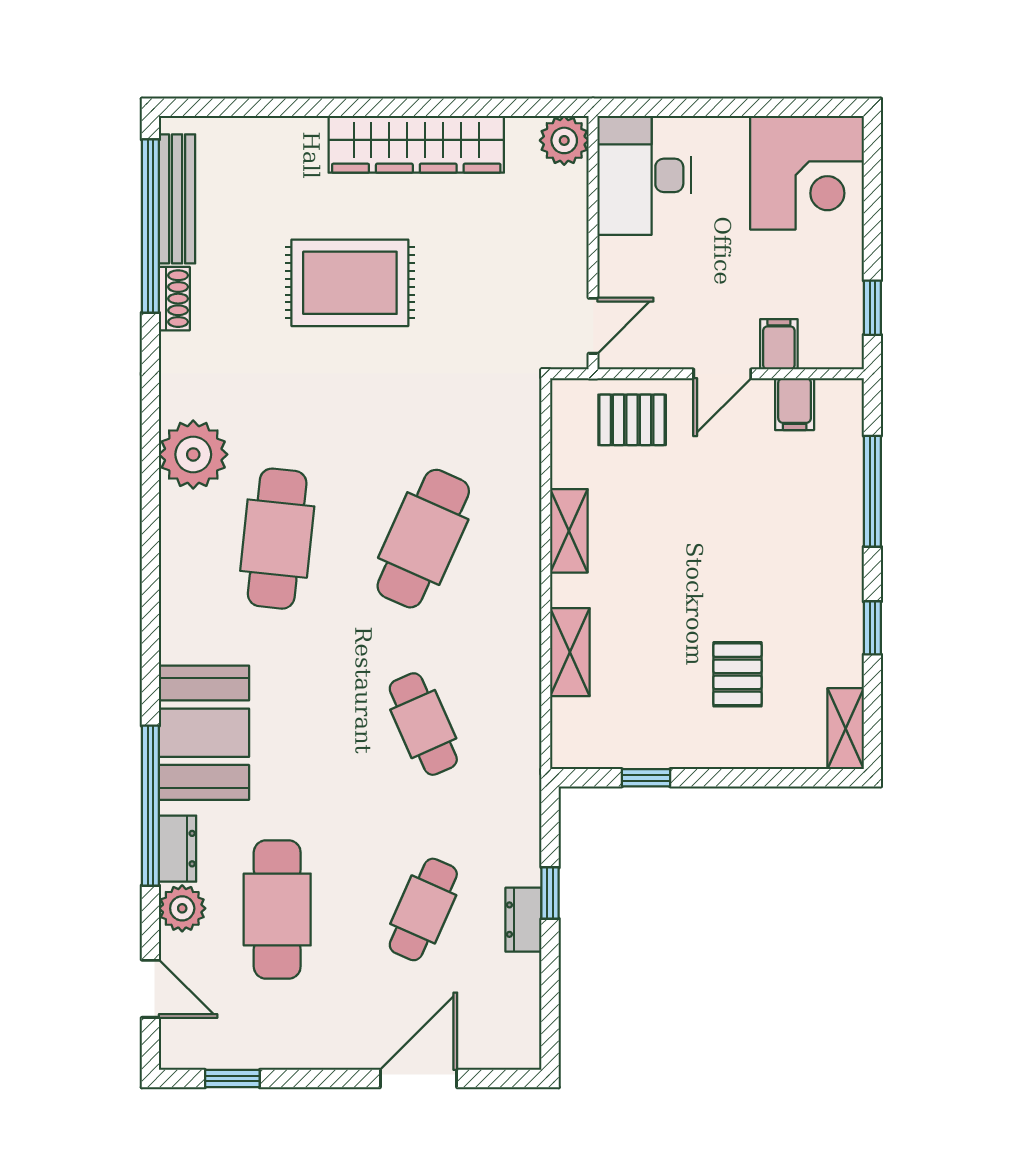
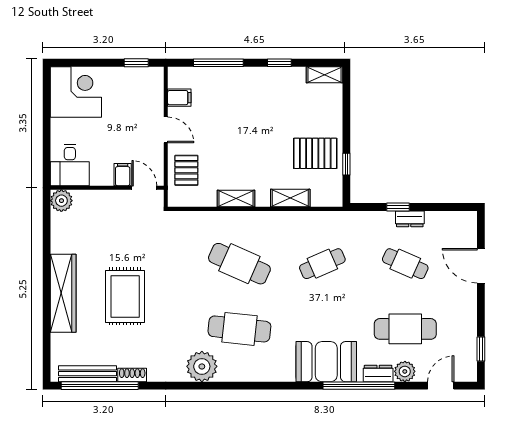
wardrobe: (416, 144) -> (63, 293), moved
desk: (644, 175) -> (70, 165), width x0.73
filing cabinet: (779, 344) -> (123, 175), moved, turned 90
pallet: (737, 674) -> (315, 153), moved, width x1.50, depth x1.42

